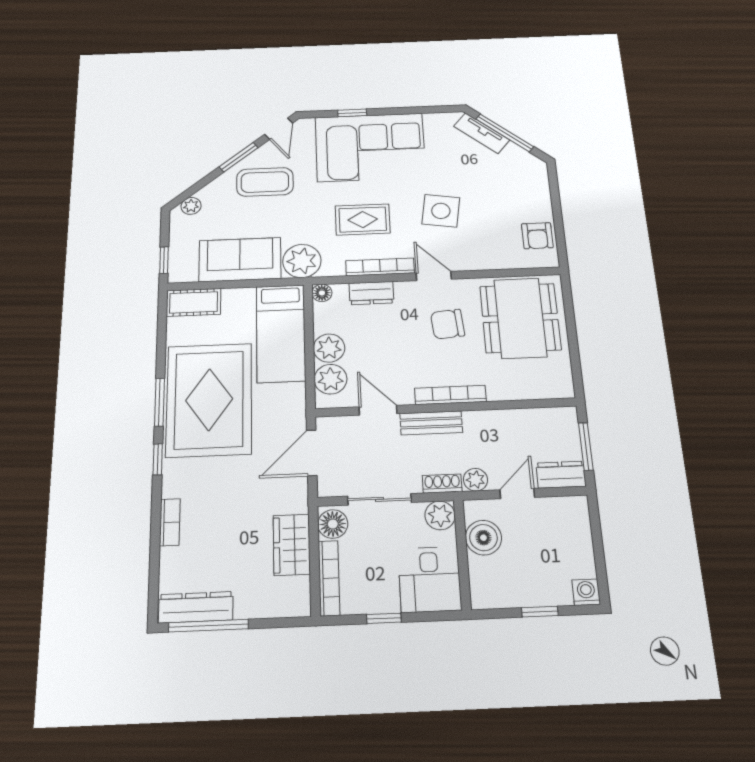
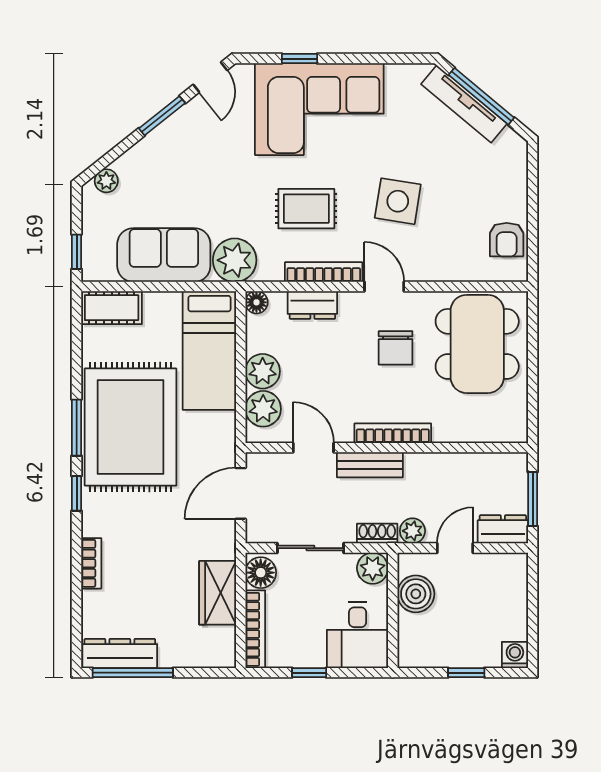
tv unit: (482, 133) -> (464, 104), width x1.41
coffee table: (265, 182) -> (193, 152), removed
chair: (448, 324) -> (396, 348), turned -85

